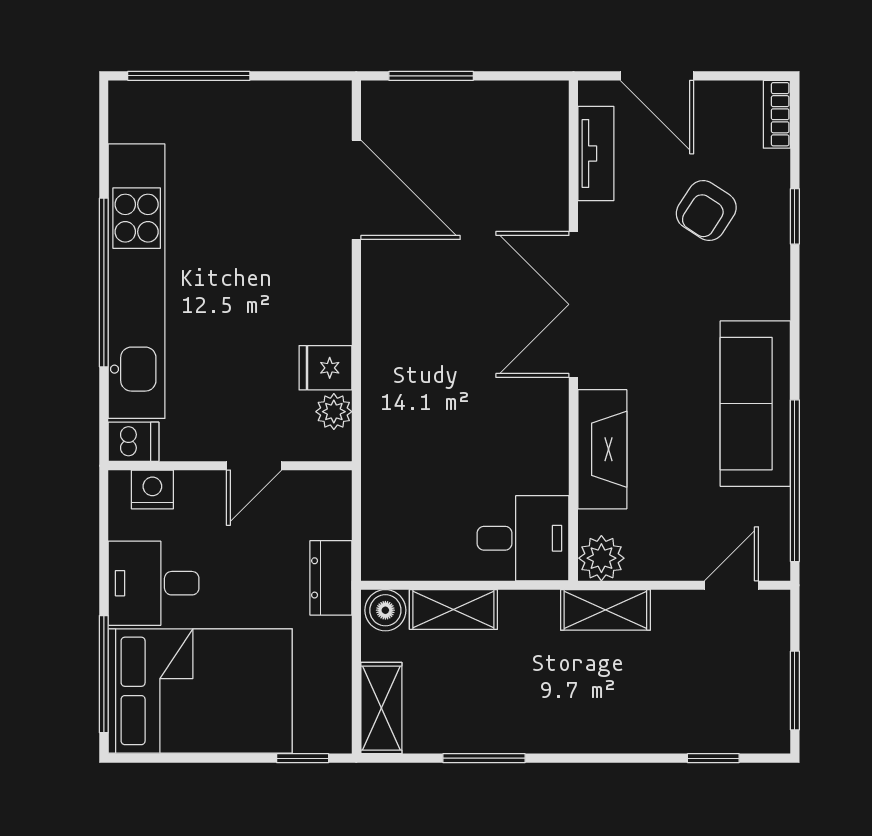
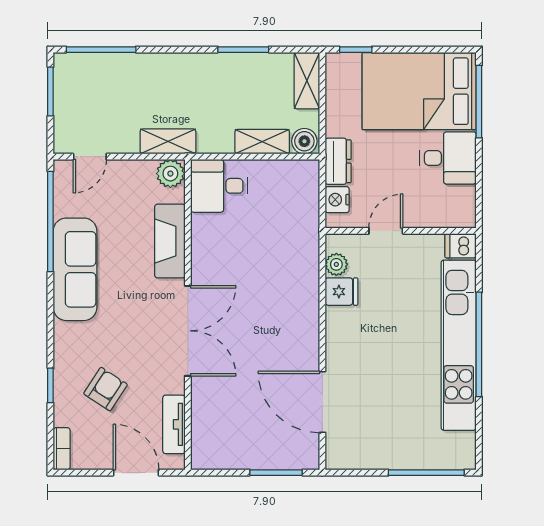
nightstand: (152, 489) -> (337, 200), moved, turned 90
window: (713, 758) -> (101, 50), width x2.17

